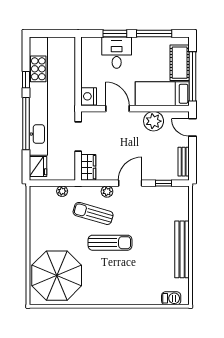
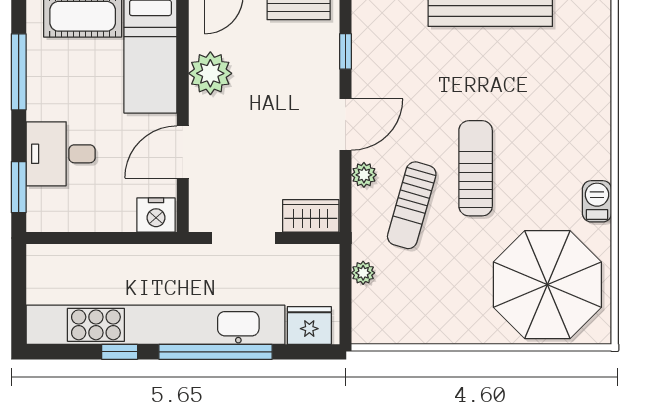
window: (115, 33) -> (19, 187), moved
door: (130, 183) -> (345, 125), swing flipped
barbecue: (171, 298) -> (597, 201), moved

